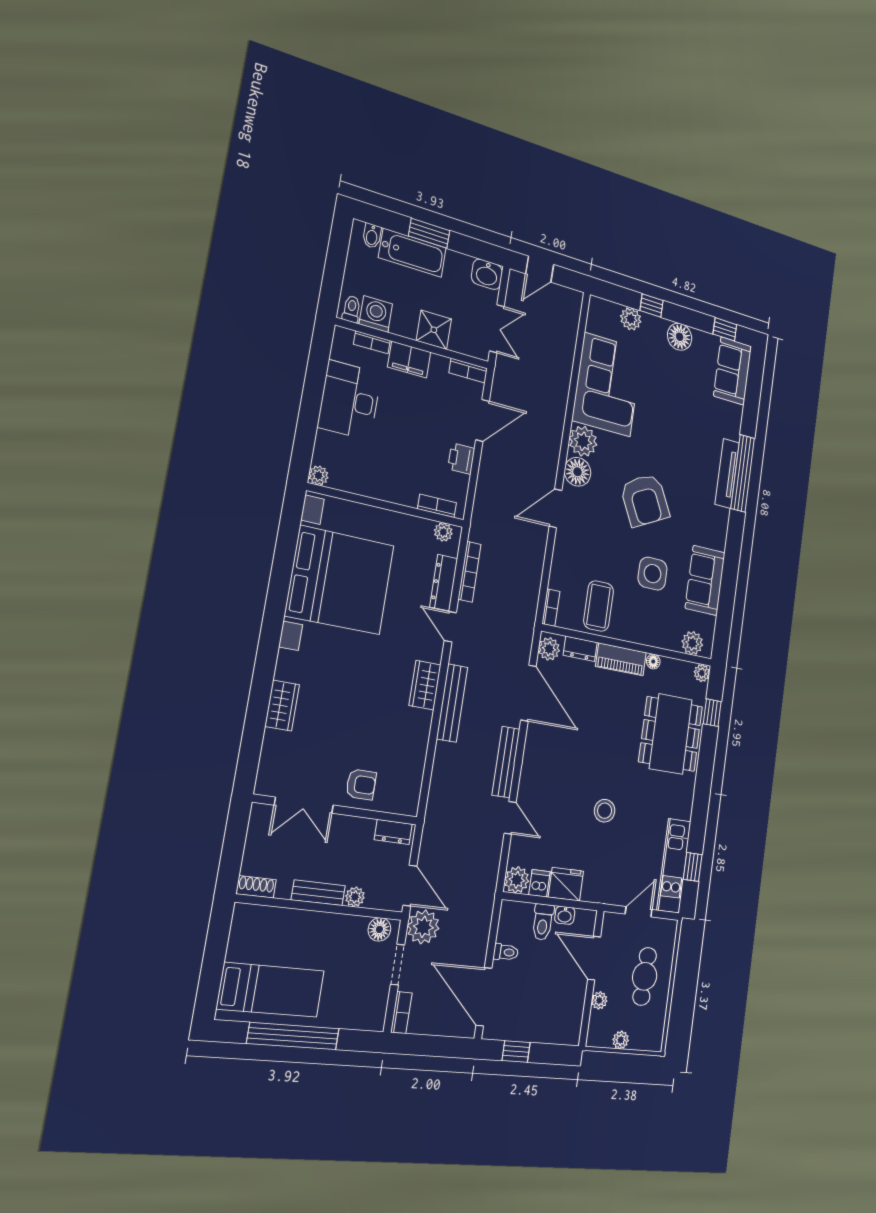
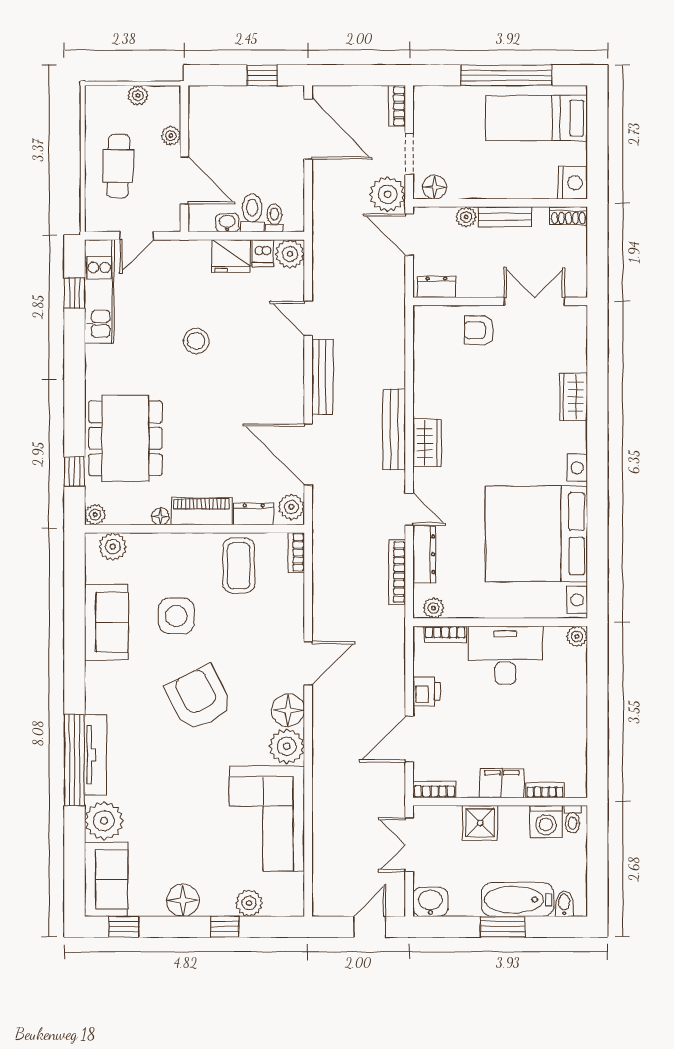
desk: (350, 400) -> (505, 655), moved, turned -90
plant: (728, 418) -> (104, 821), added
nightstand: (246, 920) -> (573, 183), added
toilet: (506, 952) -> (274, 218), moved, turned 90

